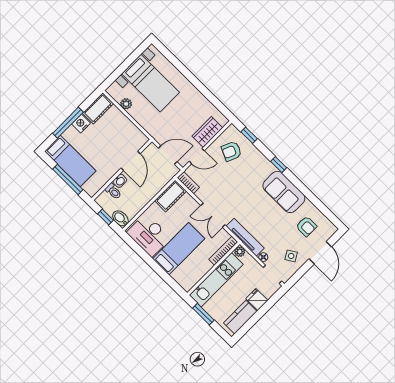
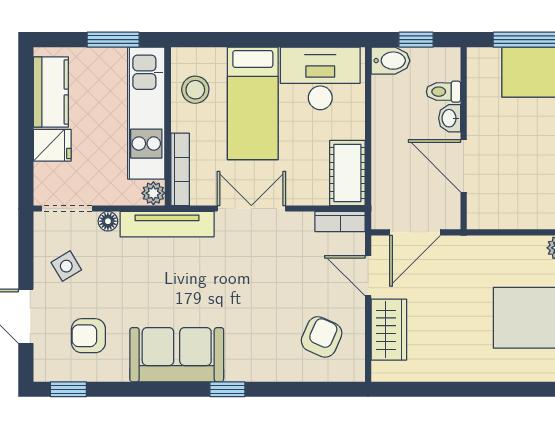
window: (249, 135) -> (68, 389), moved
door: (197, 156) -> (368, 276), hinge flipped
stool: (193, 272) -> (195, 90), added

